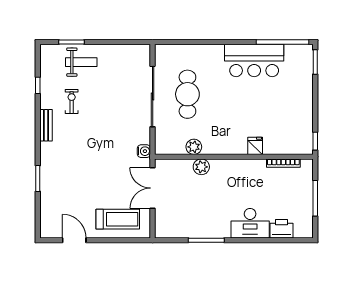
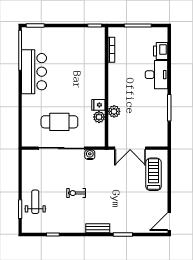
exercise bike: (72, 102) -> (76, 193), moved
bench: (46, 125) -> (98, 228), moved
fridge: (255, 146) -> (98, 105), moved
water cooler: (144, 151) -> (90, 155), moved
door: (74, 240) -> (169, 222), moved

